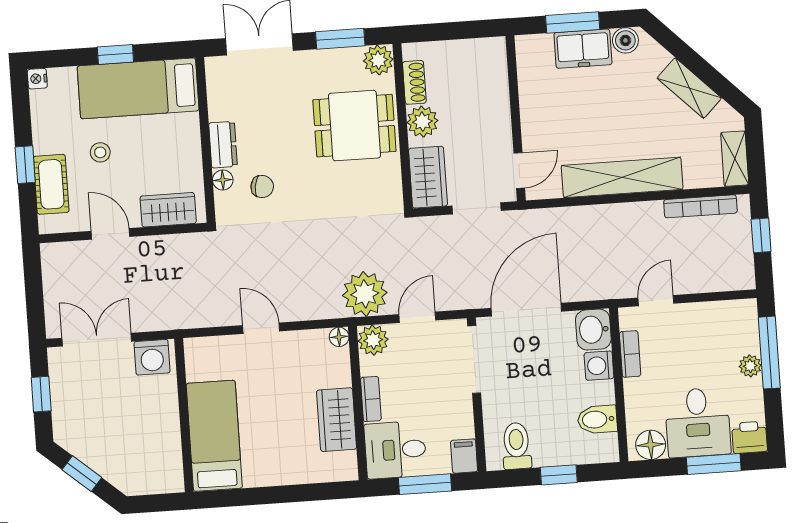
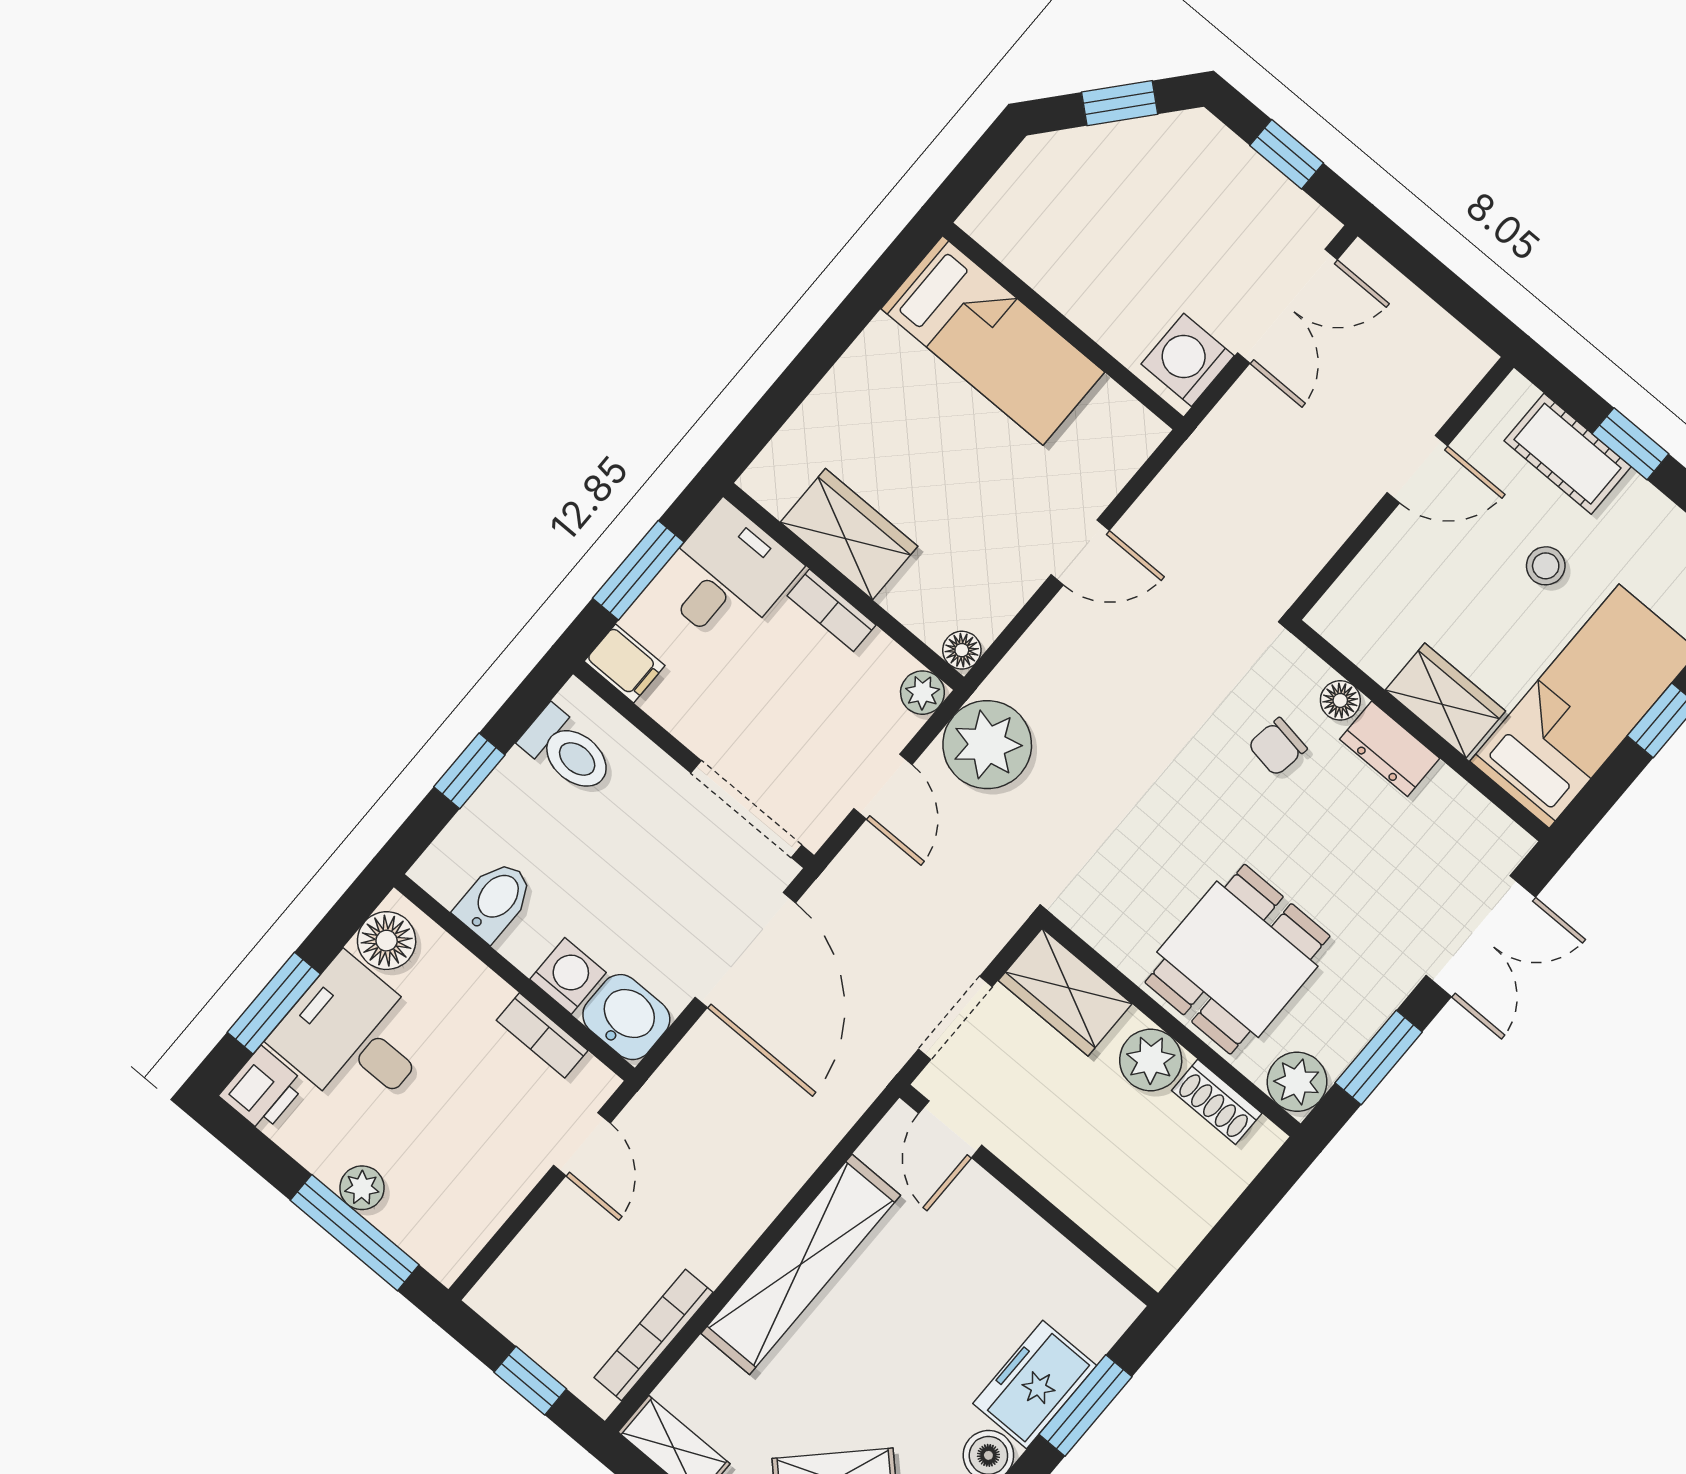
wardrobe: (168, 210) -> (1445, 701), moved, turned -90
plant: (373, 340) -> (922, 693), width x0.73, depth x0.73

